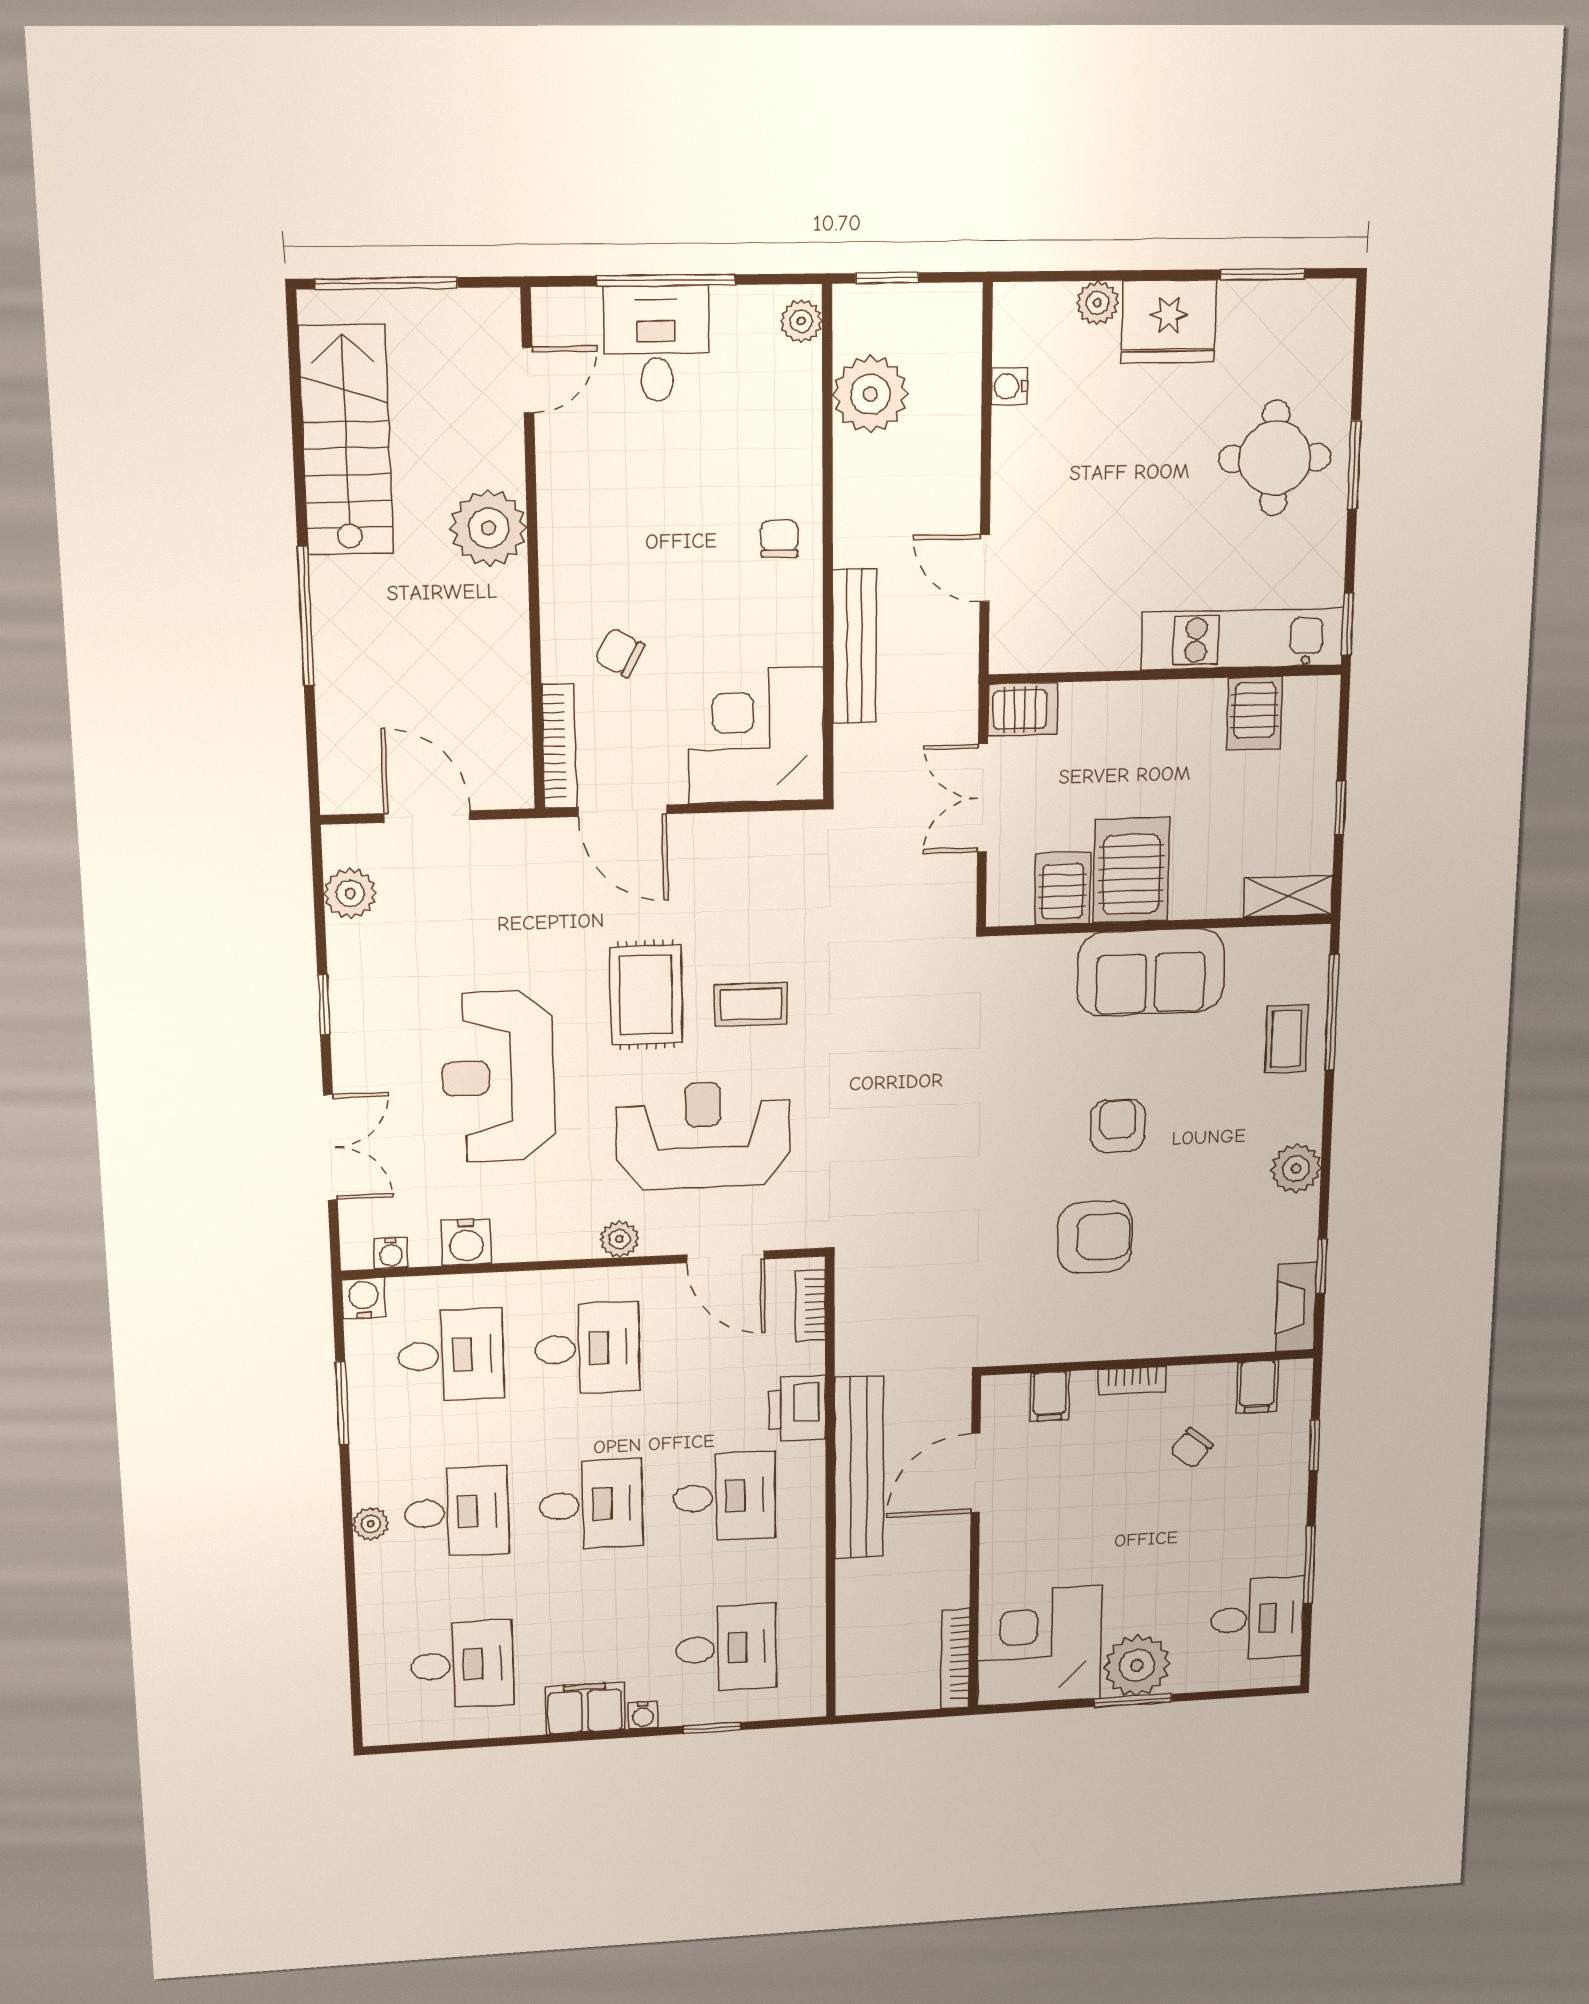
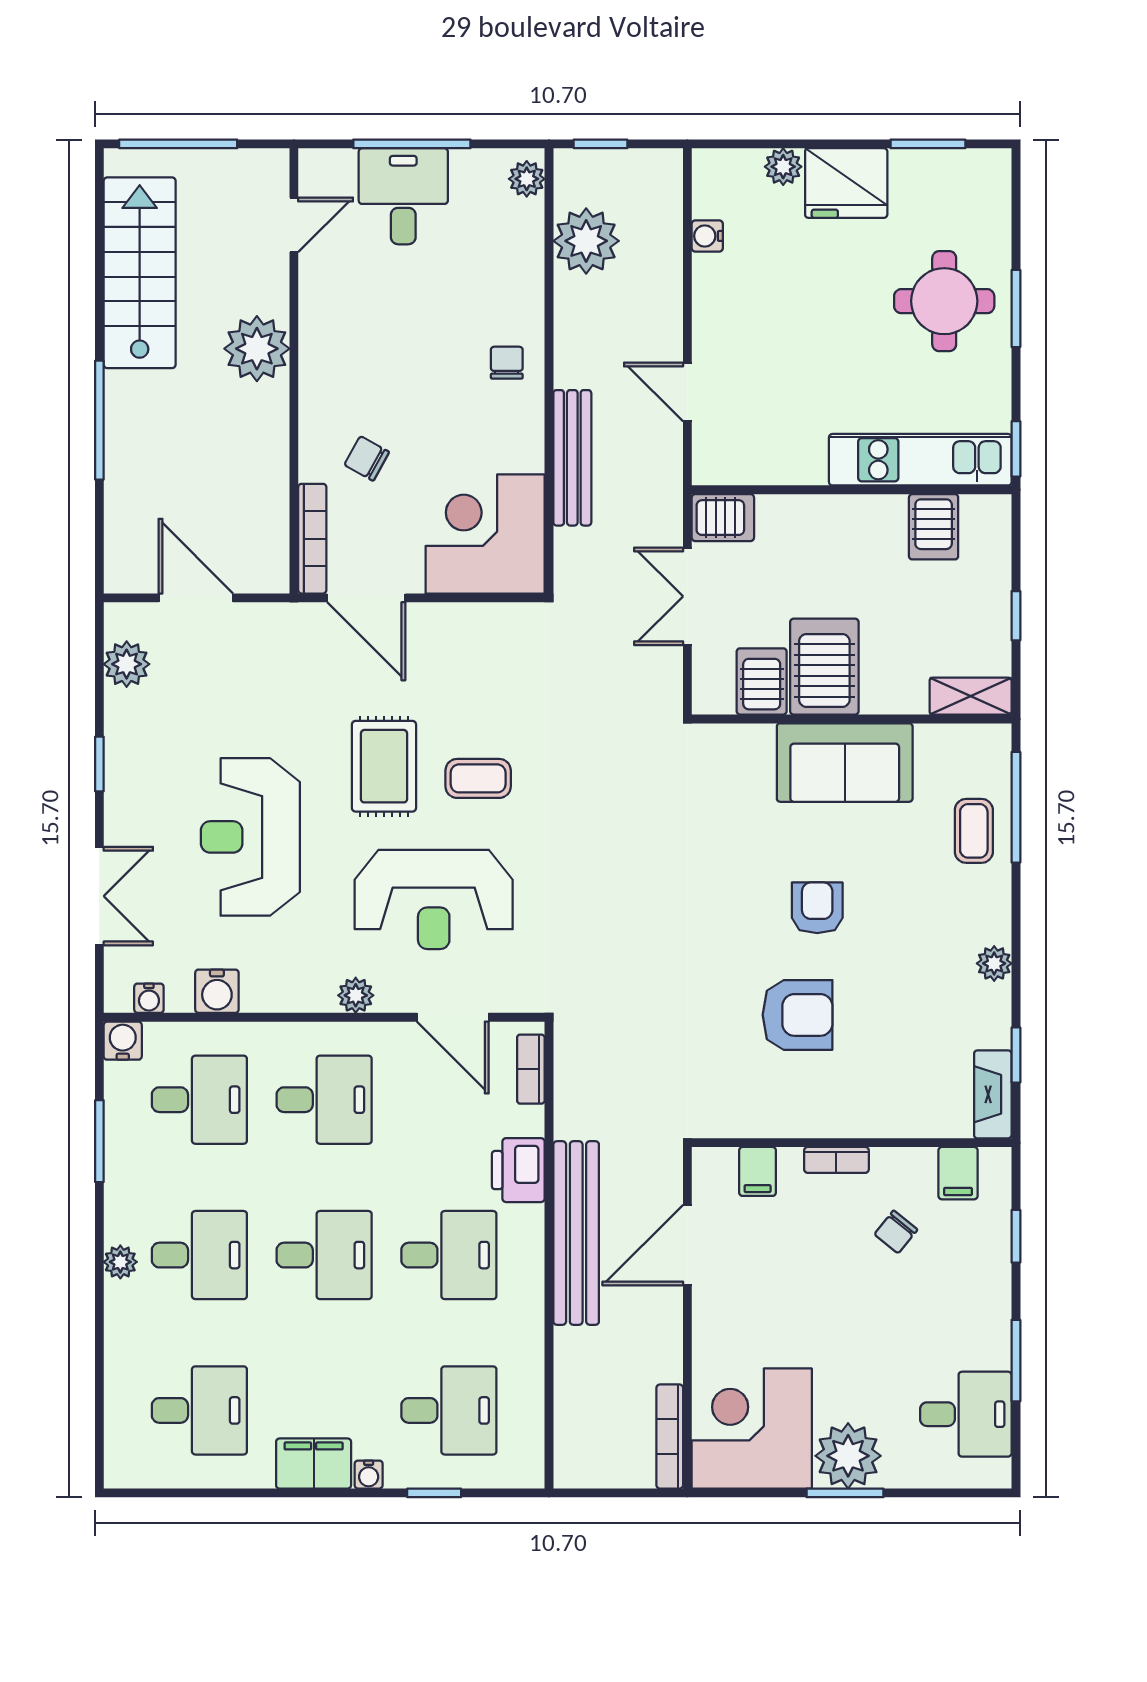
reception desk: (703, 1135) -> (434, 899), turned 180
plant: (1296, 1169) -> (994, 963), width x0.73, depth x0.73

